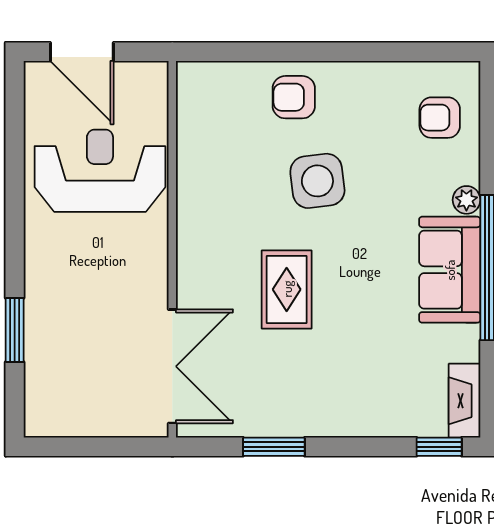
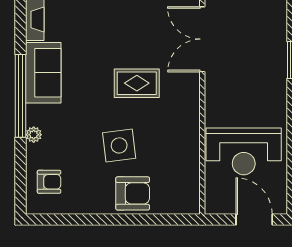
armchair: (294, 97) -> (133, 193), width x1.38, depth x1.38
sofa: (450, 270) -> (43, 73), moved
rug: (287, 289) -> (137, 83), turned 90

